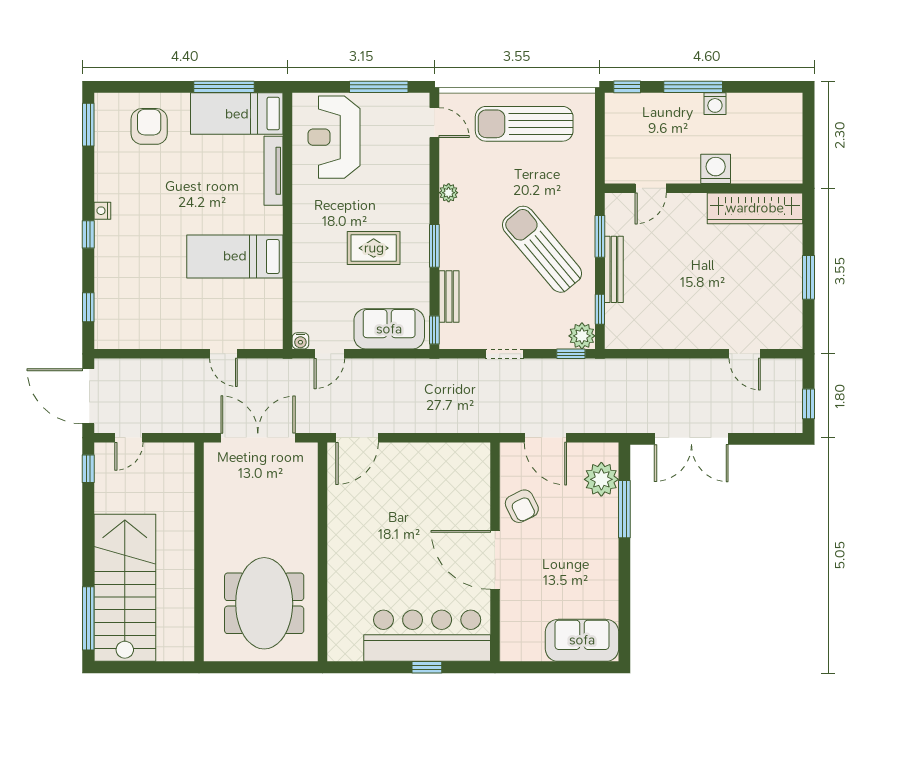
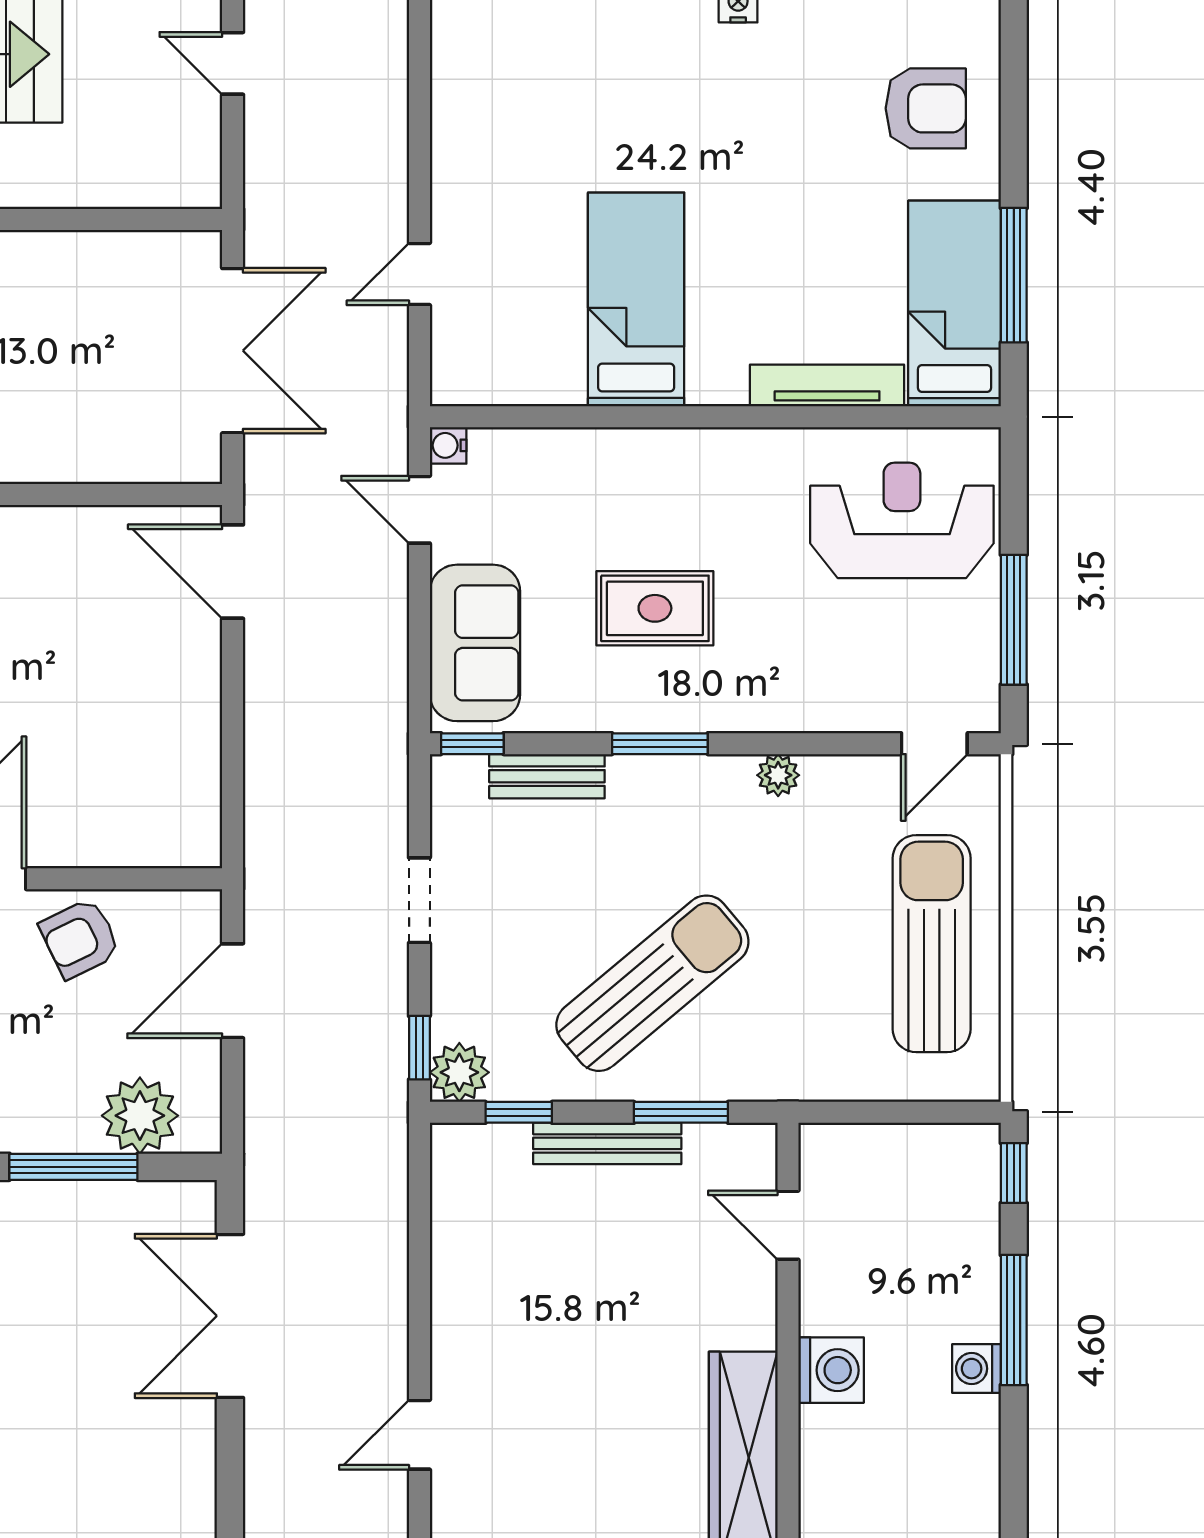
rug: (374, 248) -> (655, 608), turned 90

